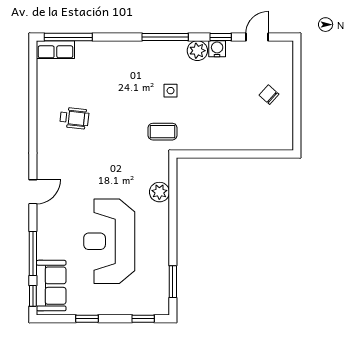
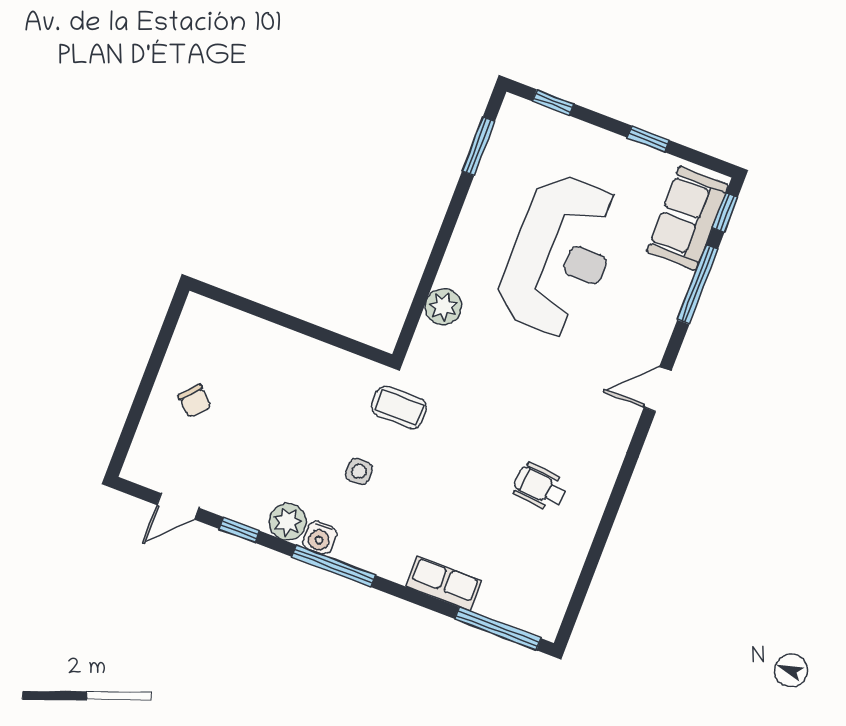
water cooler: (217, 49) -> (320, 538), moved
row of seats: (55, 50) -> (444, 583), moved

